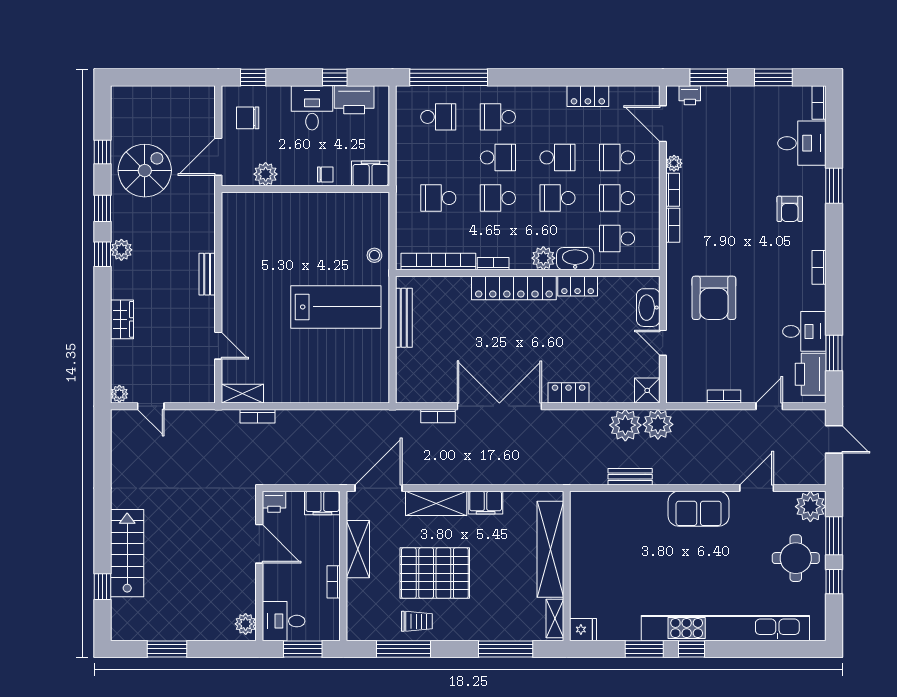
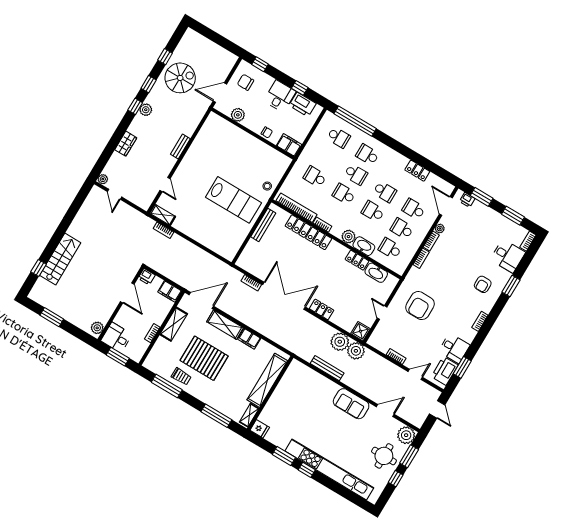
locker: (514, 288) -> (308, 232), moved
washbasin: (648, 308) -> (376, 273), moved, turned -90
bench: (630, 477) -> (327, 368), width x1.36

